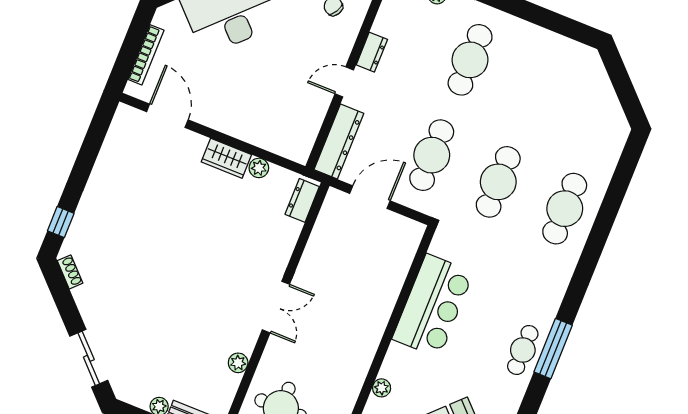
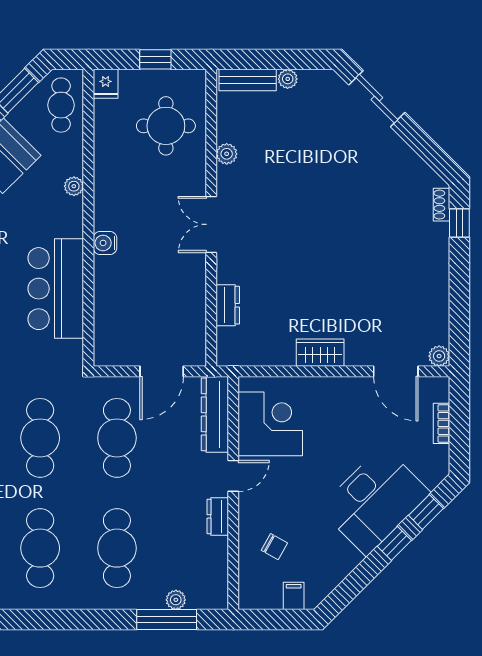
bookcase: (146, 55) -> (441, 423), width x0.64
cafe table: (537, 87) -> (40, 548), added
corner desk: (294, 114) -> (270, 424), added
plant: (259, 168) -> (439, 356), moved
dresser: (302, 200) -> (228, 305), moved
shoe rack: (70, 272) -> (442, 205), moved, turned 45
water cooler: (374, 328) -> (105, 243), added

